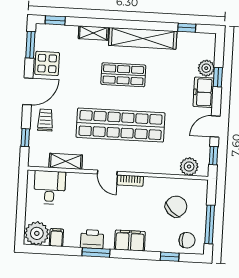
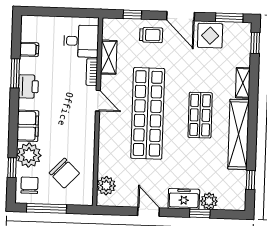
window: (213, 156) -> (118, 211), removed
door: (107, 173) -> (98, 101), swing flipped
bookcase: (130, 181) -> (92, 72), moved
plant: (37, 233) -> (29, 155), moved
chair: (187, 240) -> (29, 185), turned 180
window: (96, 253) -> (15, 73), moved

